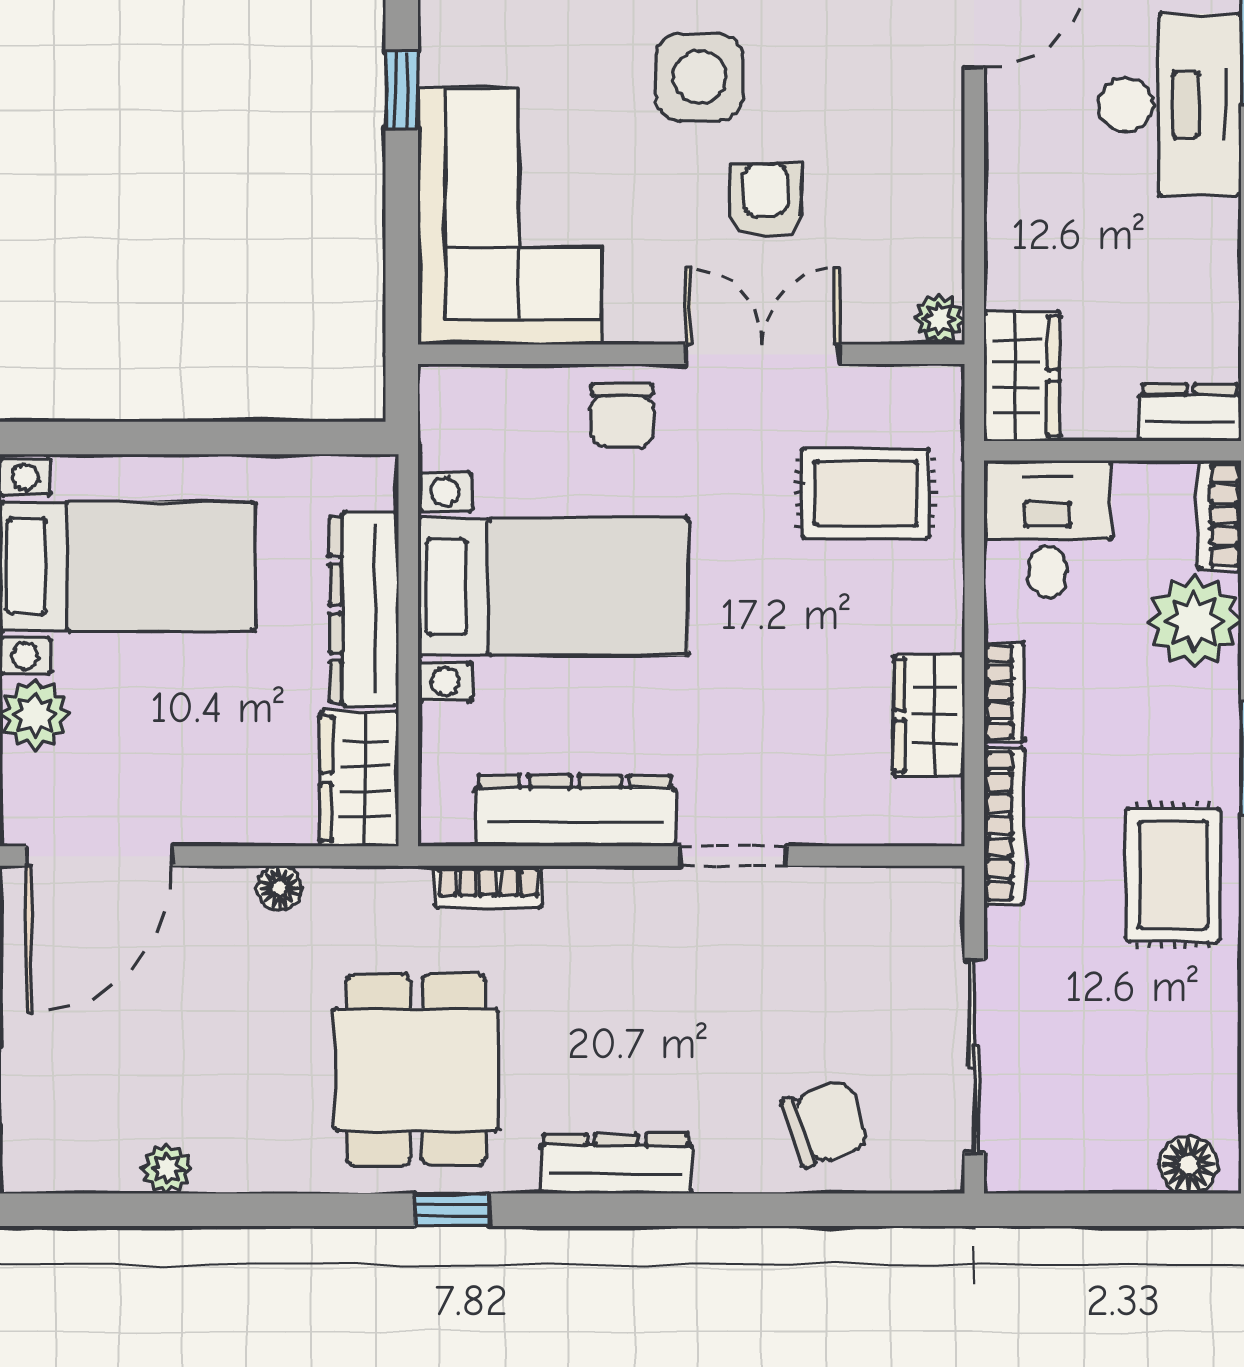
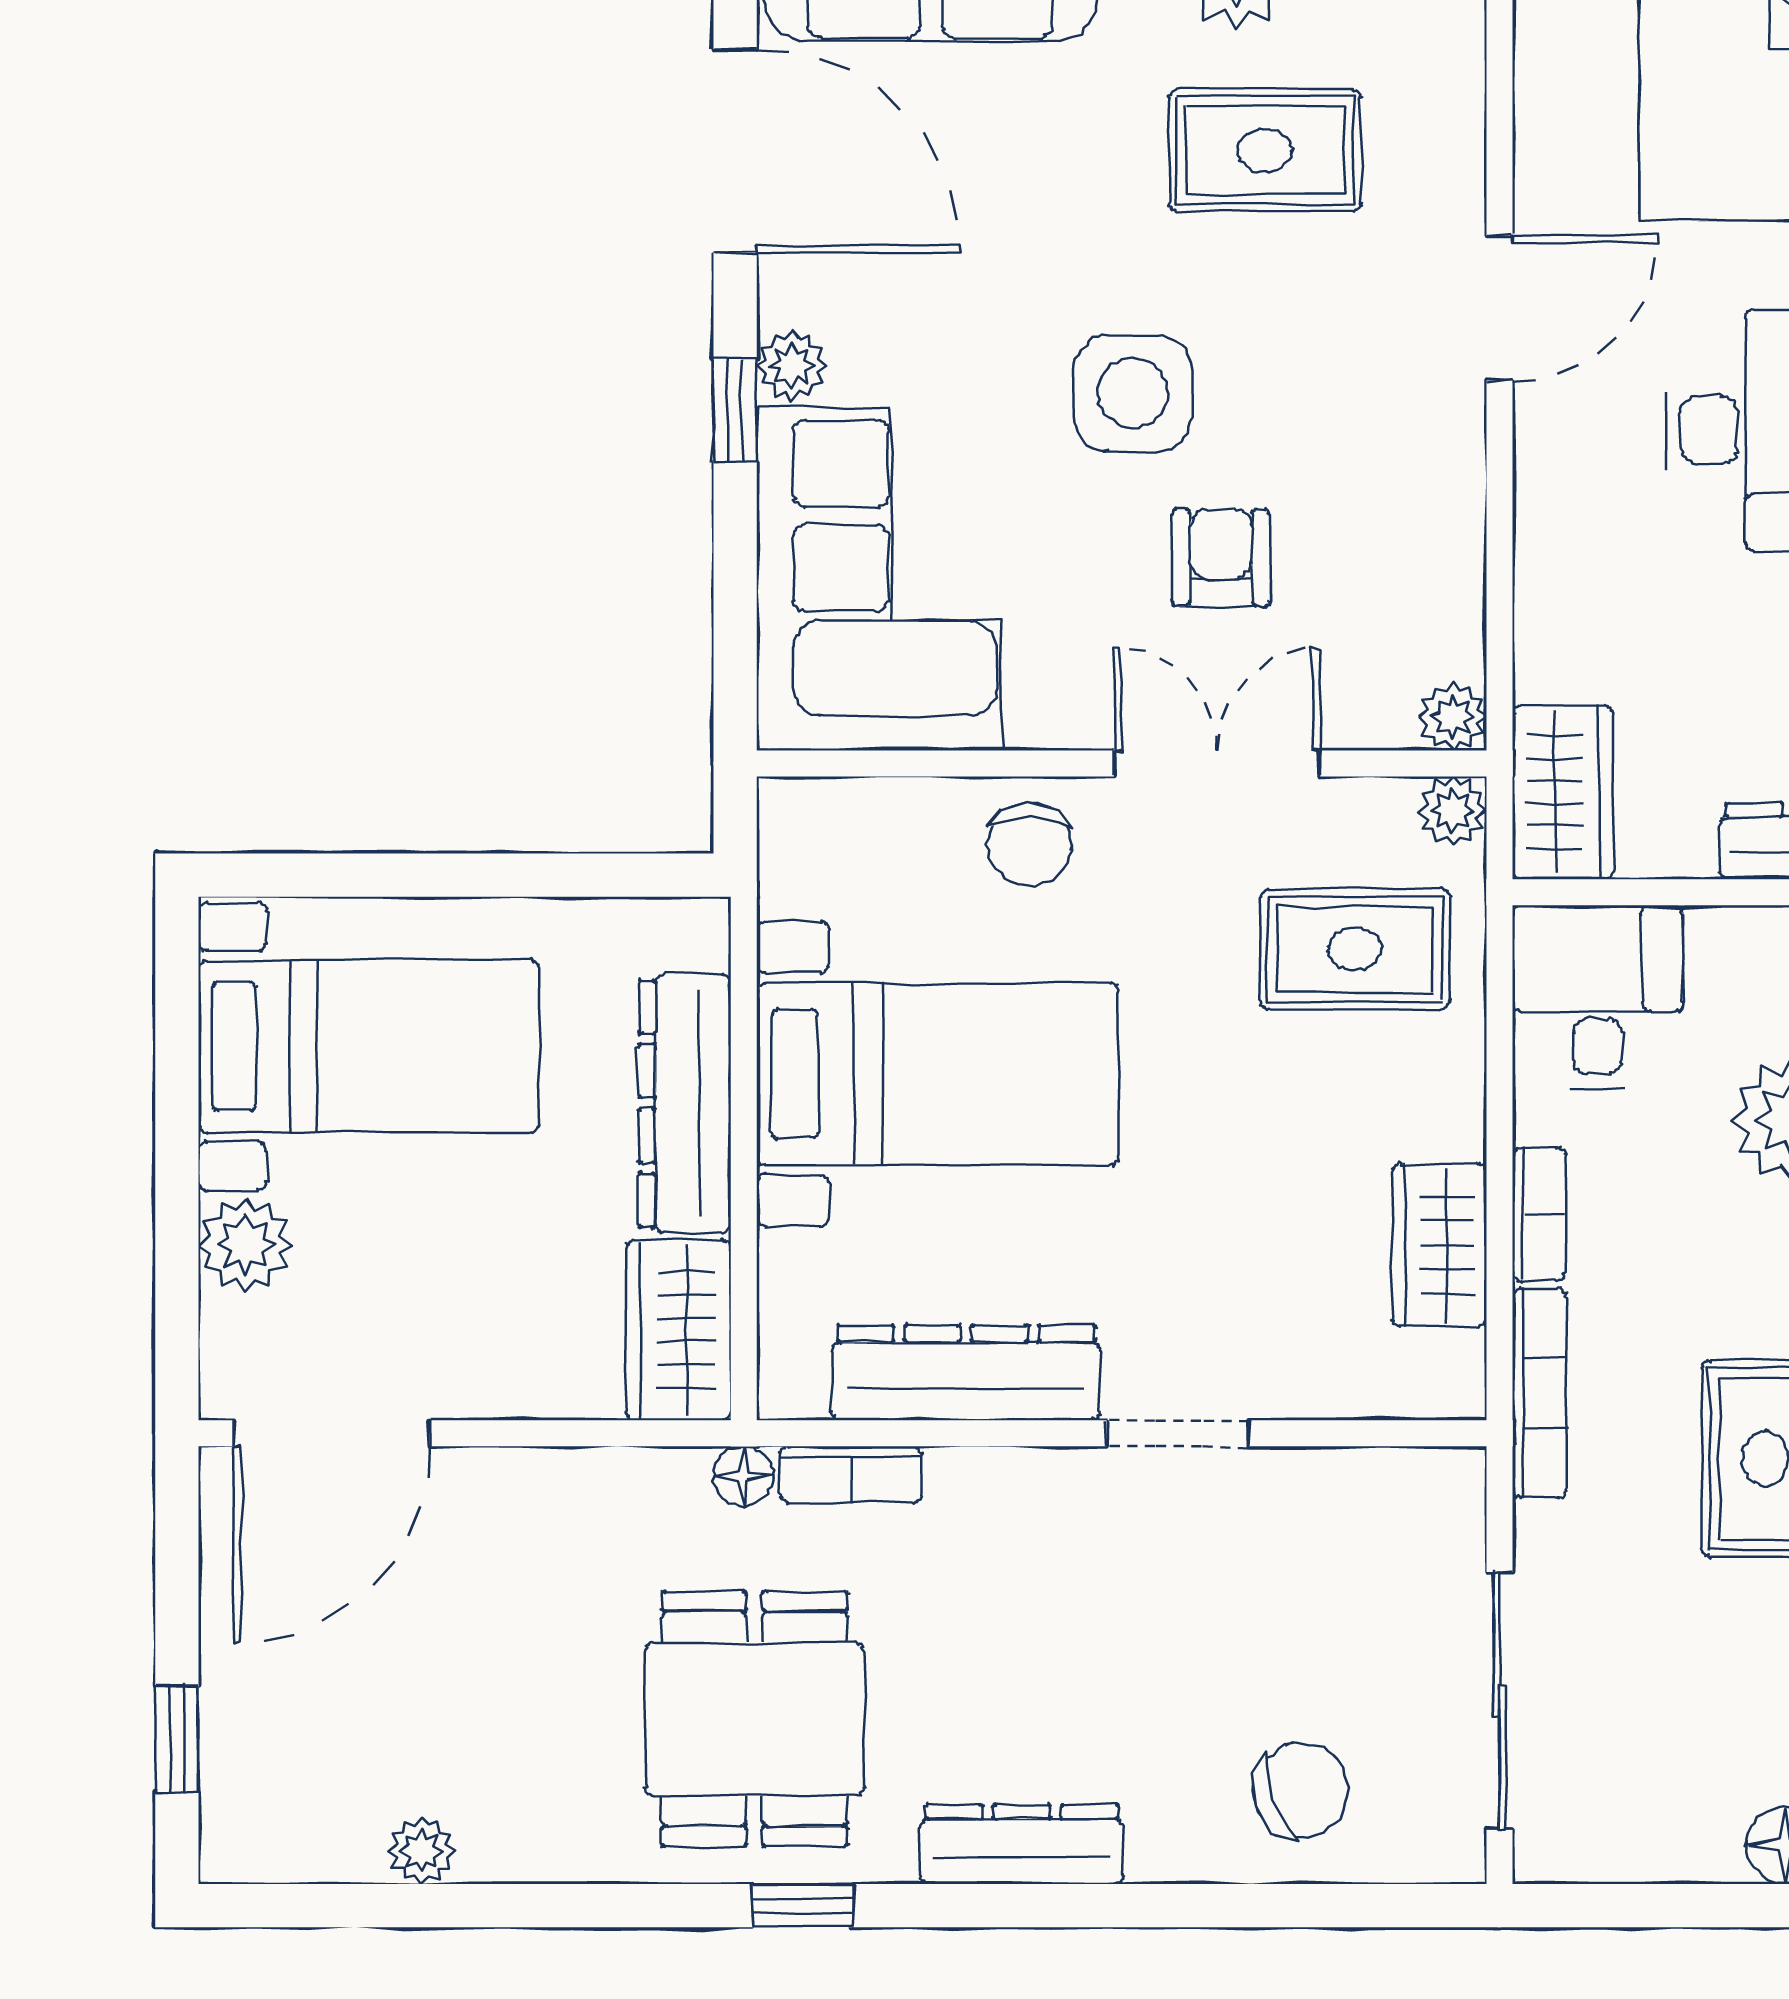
plant: (444, 56) -> (792, 366), added
plant: (939, 390) -> (1452, 811), added
floor lamp: (279, 888) -> (743, 1476), moved

